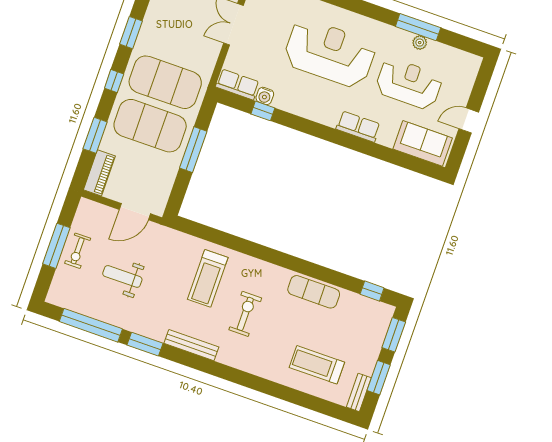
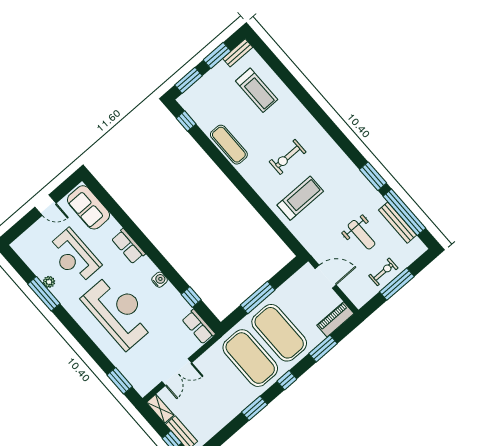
reception desk: (330, 53) -> (119, 311), turned 180
water cooler: (265, 96) -> (160, 280), moved
bench: (191, 345) -> (397, 223), moved

